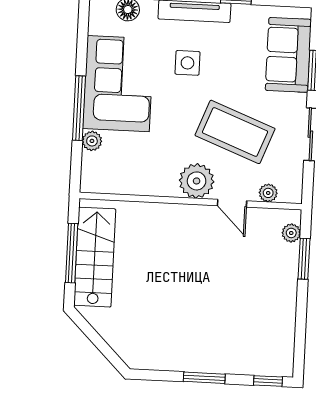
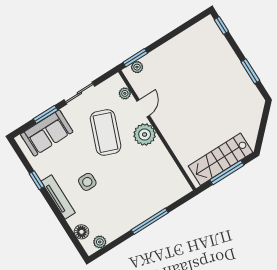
corner sofa: (118, 84) -> (123, 210), removed
plant: (92, 141) -> (100, 242), moved
window: (304, 259) -> (135, 58), moved
window: (204, 378) -> (250, 71), moved

